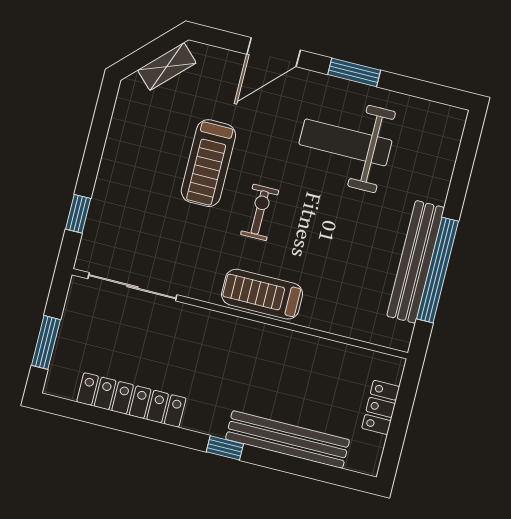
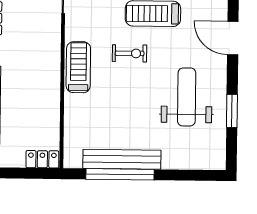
window: (354, 72) -> (232, 111), moved
locker: (381, 407) -> (42, 159), moved

